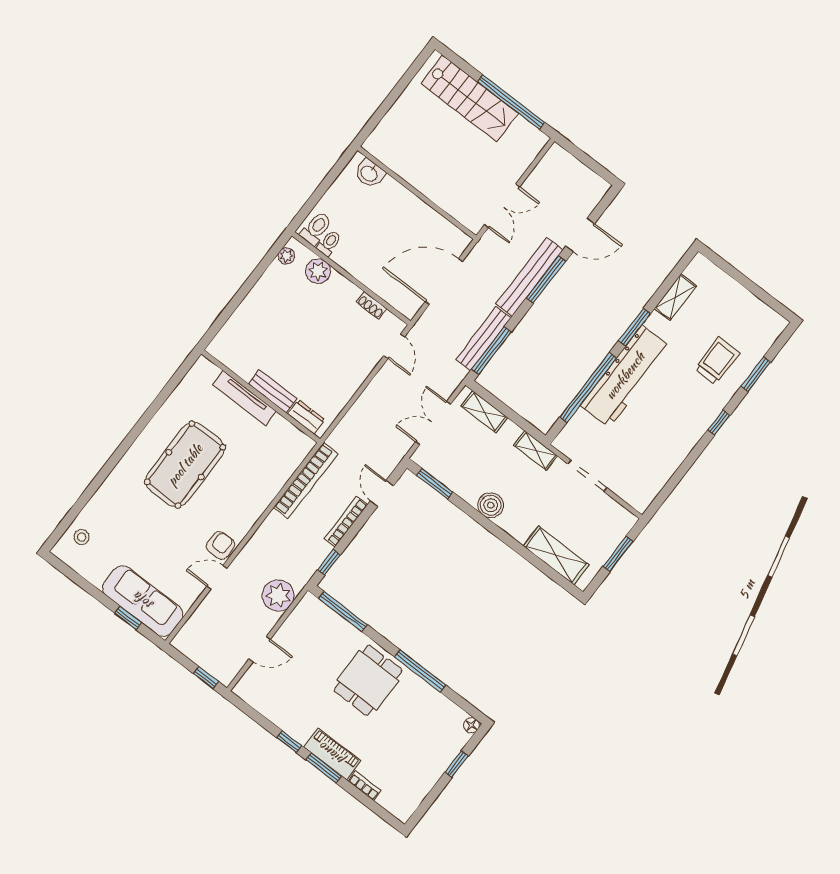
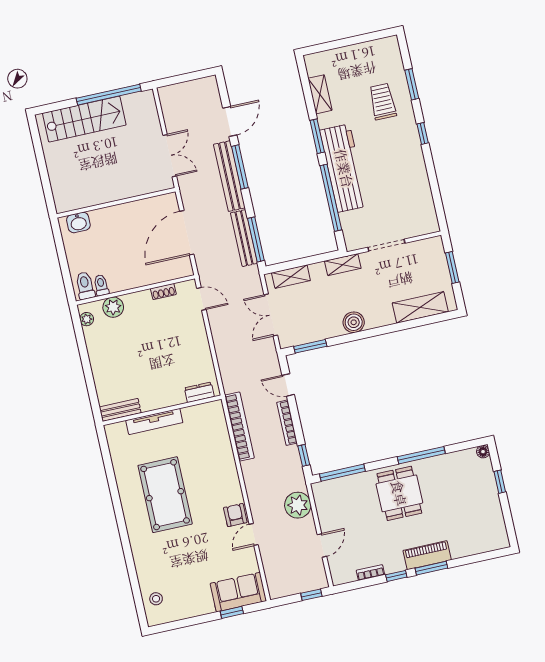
bench: (273, 391) -> (120, 410), moved
sofa: (143, 601) -> (238, 592), width x0.73
bookcase: (365, 786) -> (370, 573), moved

